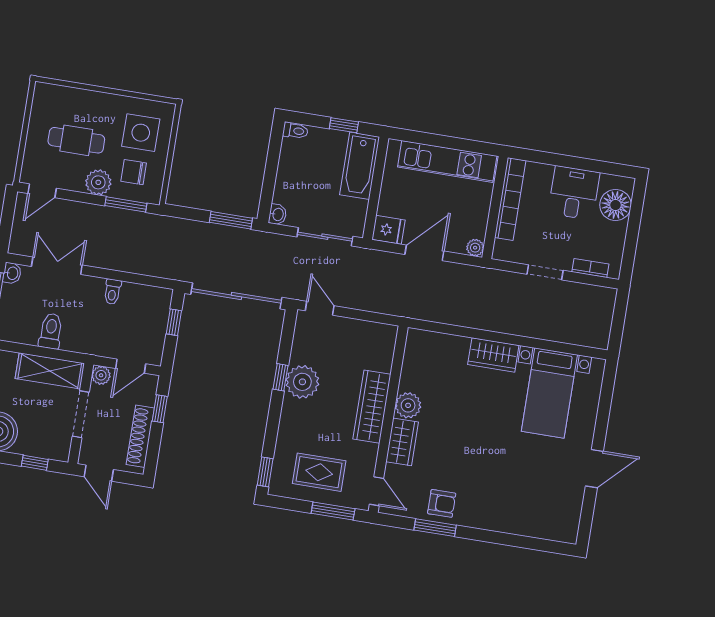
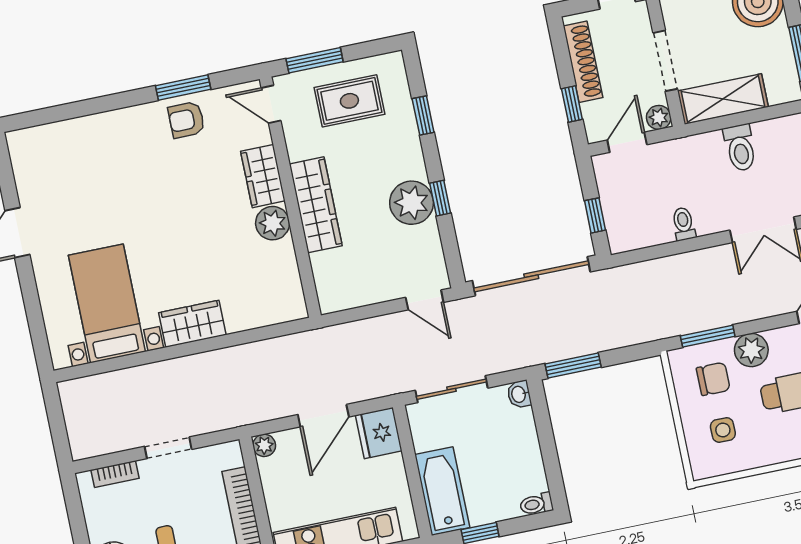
side table: (141, 133) -> (723, 430), width x0.54, depth x0.54
fridge: (389, 230) -> (379, 433), width x1.38
window: (265, 472) -> (423, 115), moved

